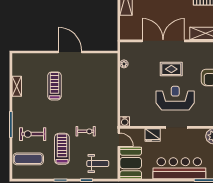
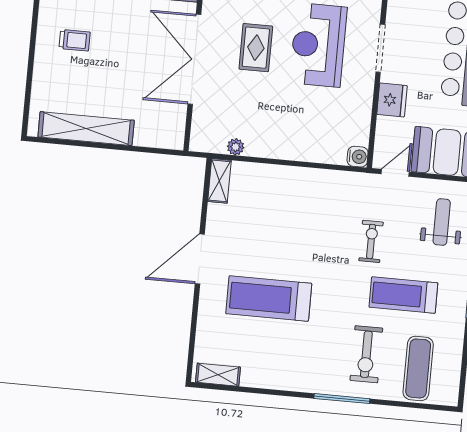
shelving: (107, 58) -> (219, 181), added
shelving: (17, 86) -> (218, 375), moved
treadmill: (55, 86) -> (269, 299), width x1.37, depth x1.38

